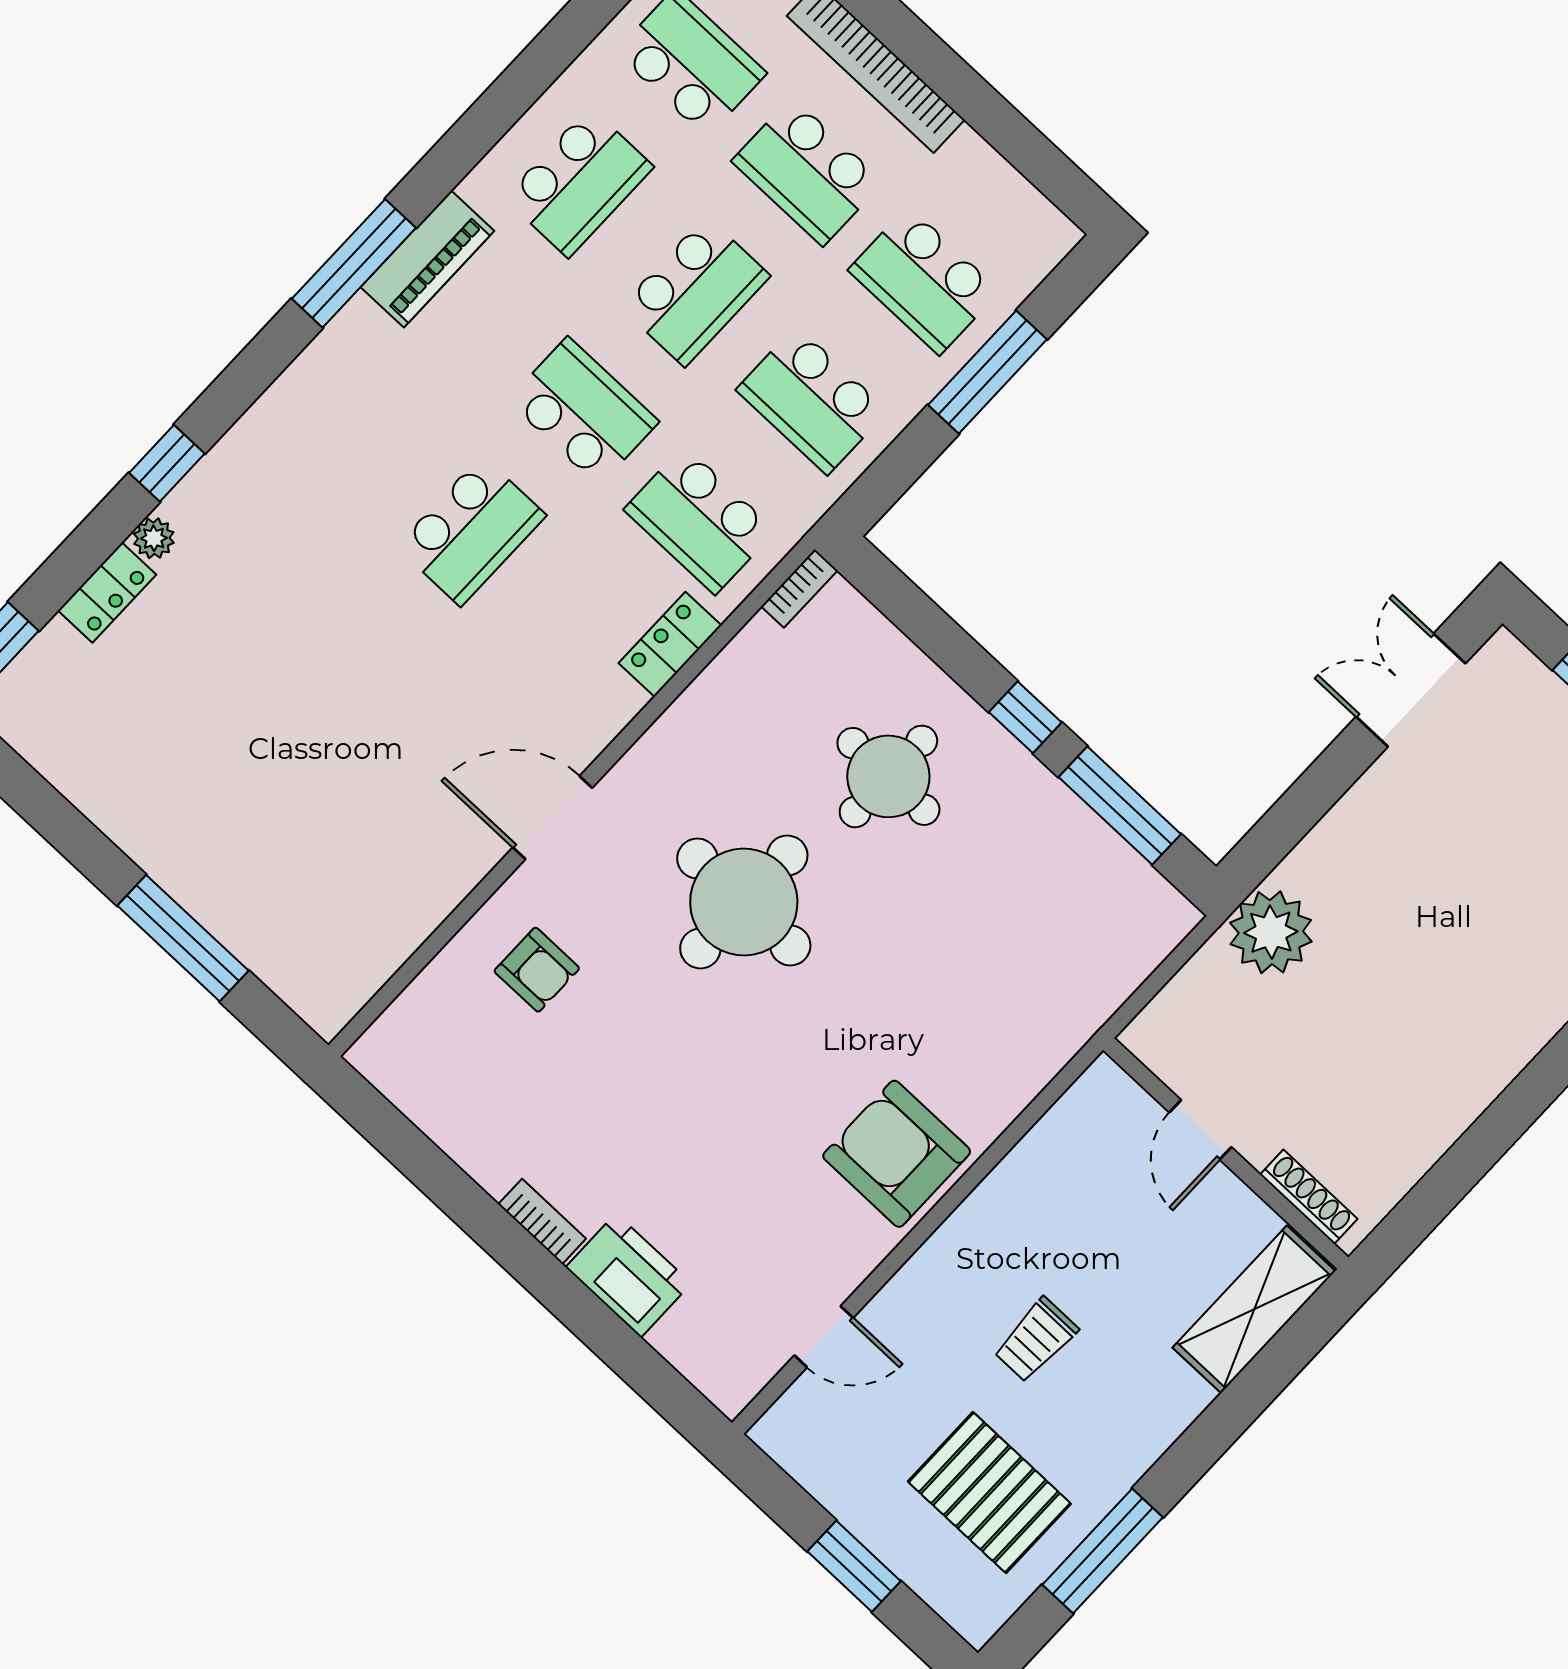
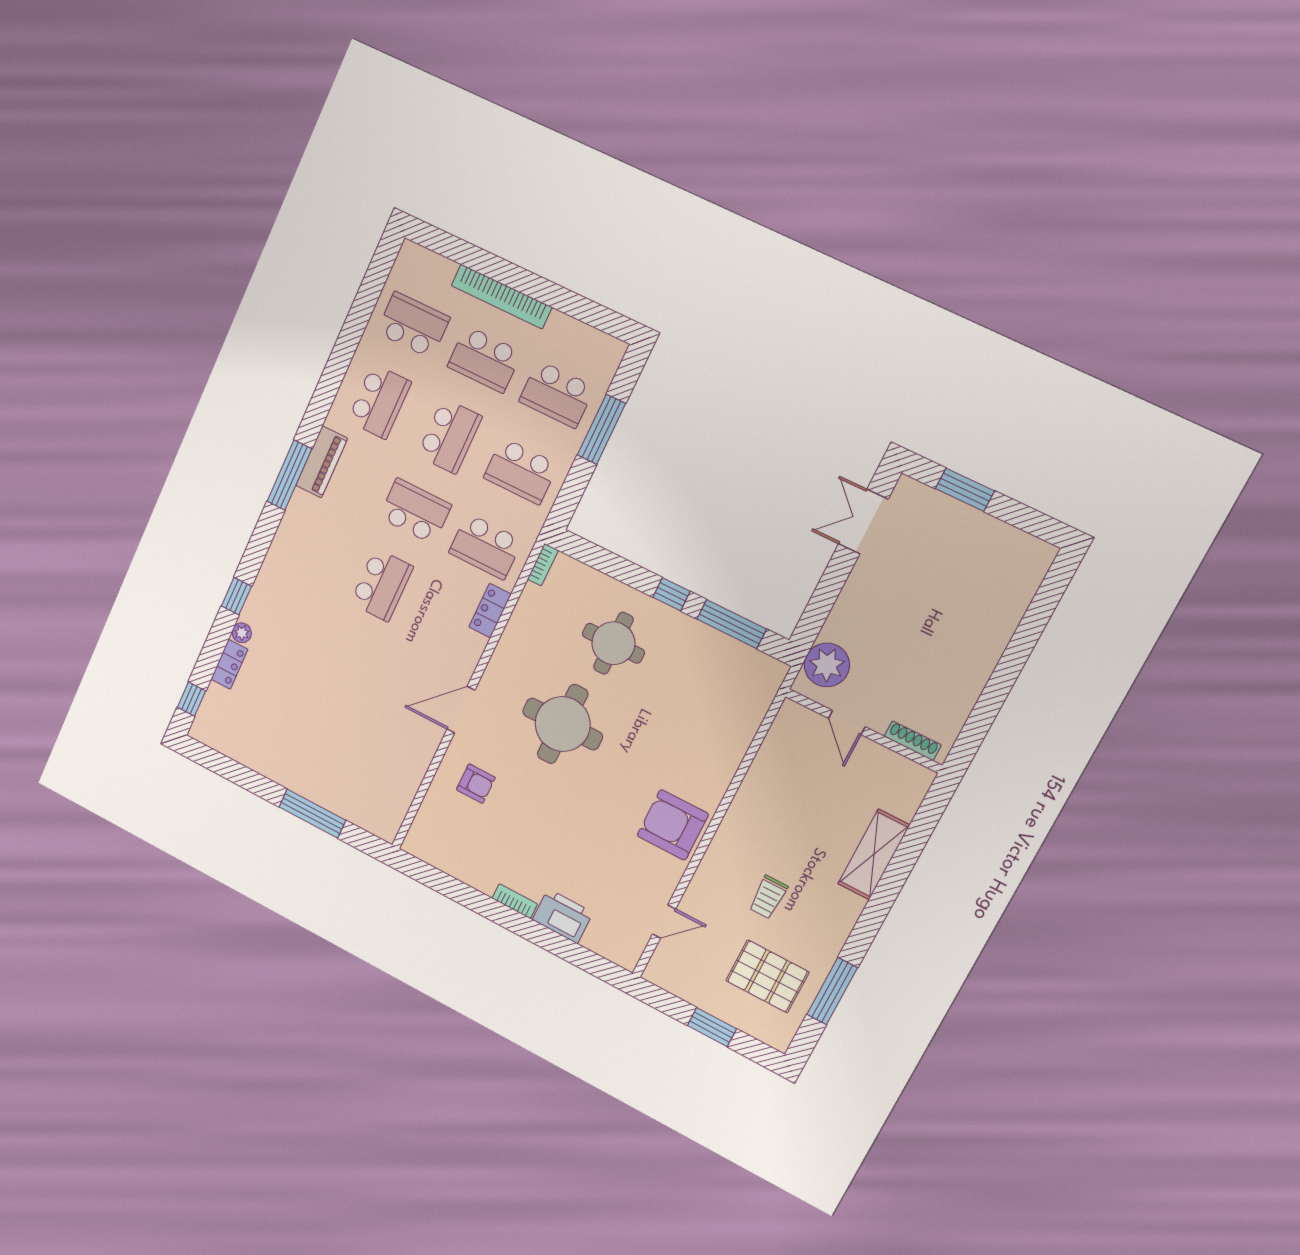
door: (1200, 1130) -> (847, 723), moved
wall: (1226, 1154) -> (863, 731), moved
shoe rack: (1309, 1197) -> (913, 741), moved

